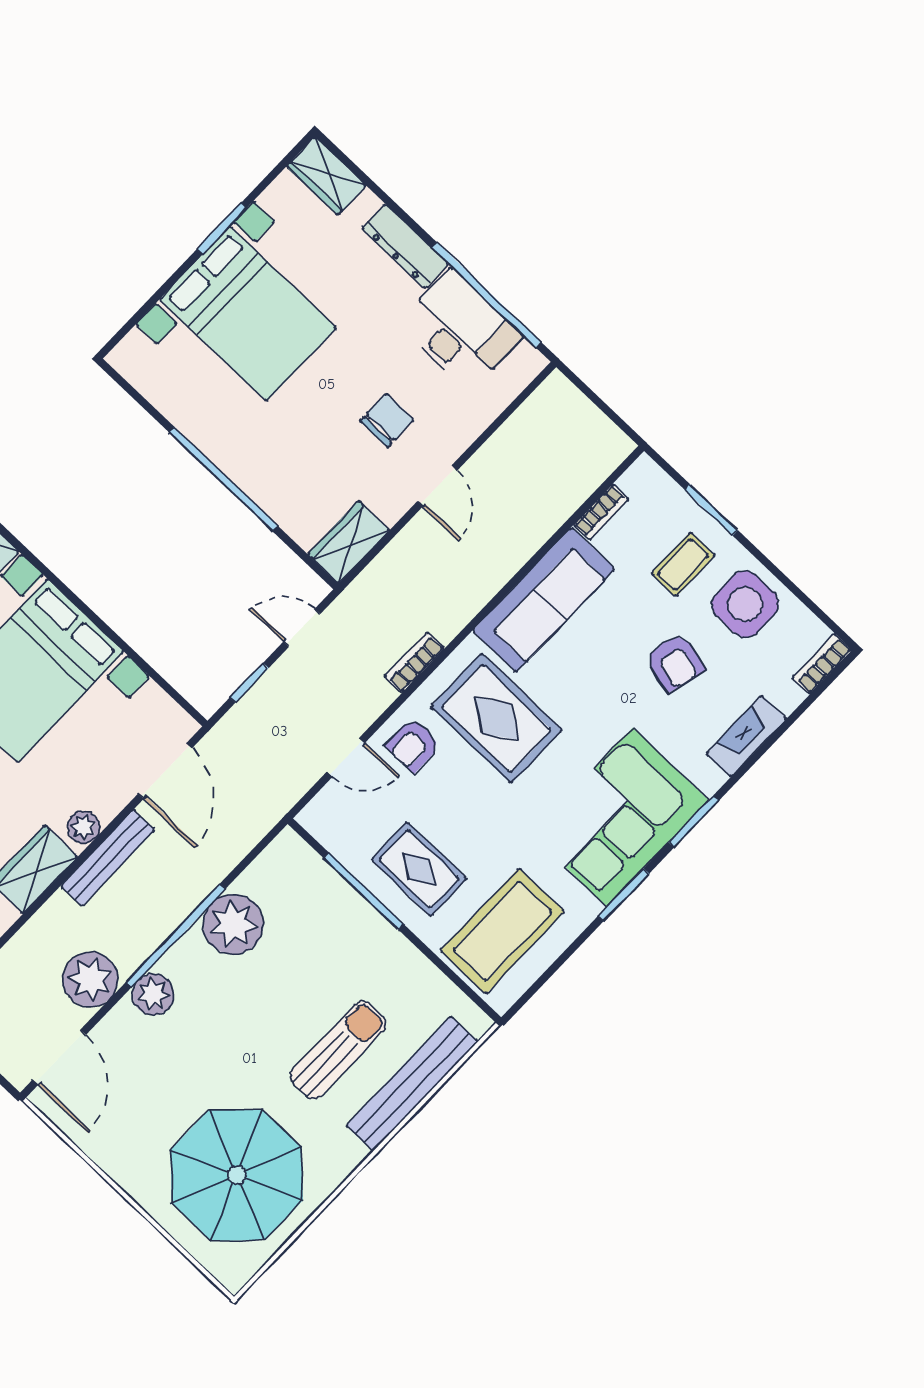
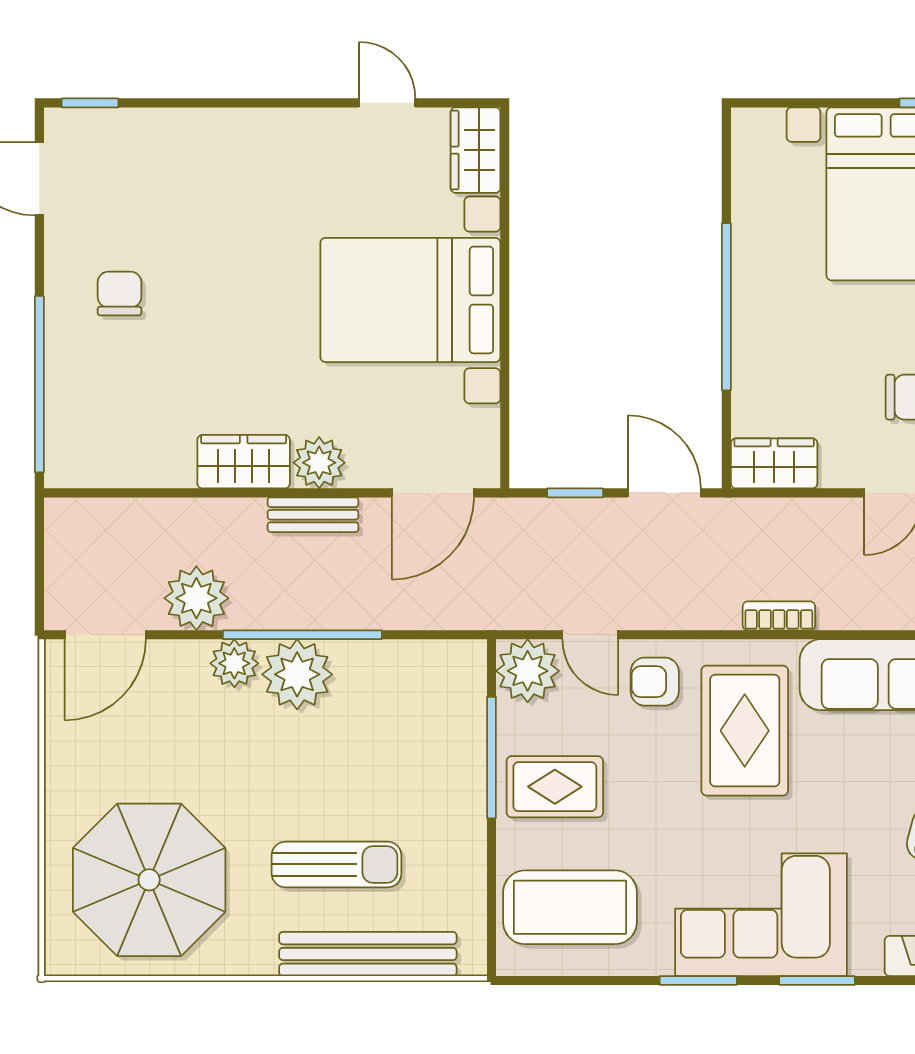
door: (302, 628) -> (664, 493), width x1.38
bookcase: (414, 662) -> (779, 616), moved
plant: (331, 817) -> (528, 671), added
plant: (84, 827) -> (319, 463), width x1.38, depth x1.38
bench: (108, 858) -> (313, 515), width x0.73
rug: (419, 869) -> (555, 787), turned 90
plant: (233, 924) -> (297, 674), moved

